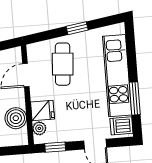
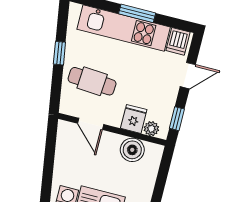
window: (135, 98) -> (137, 13), moved

